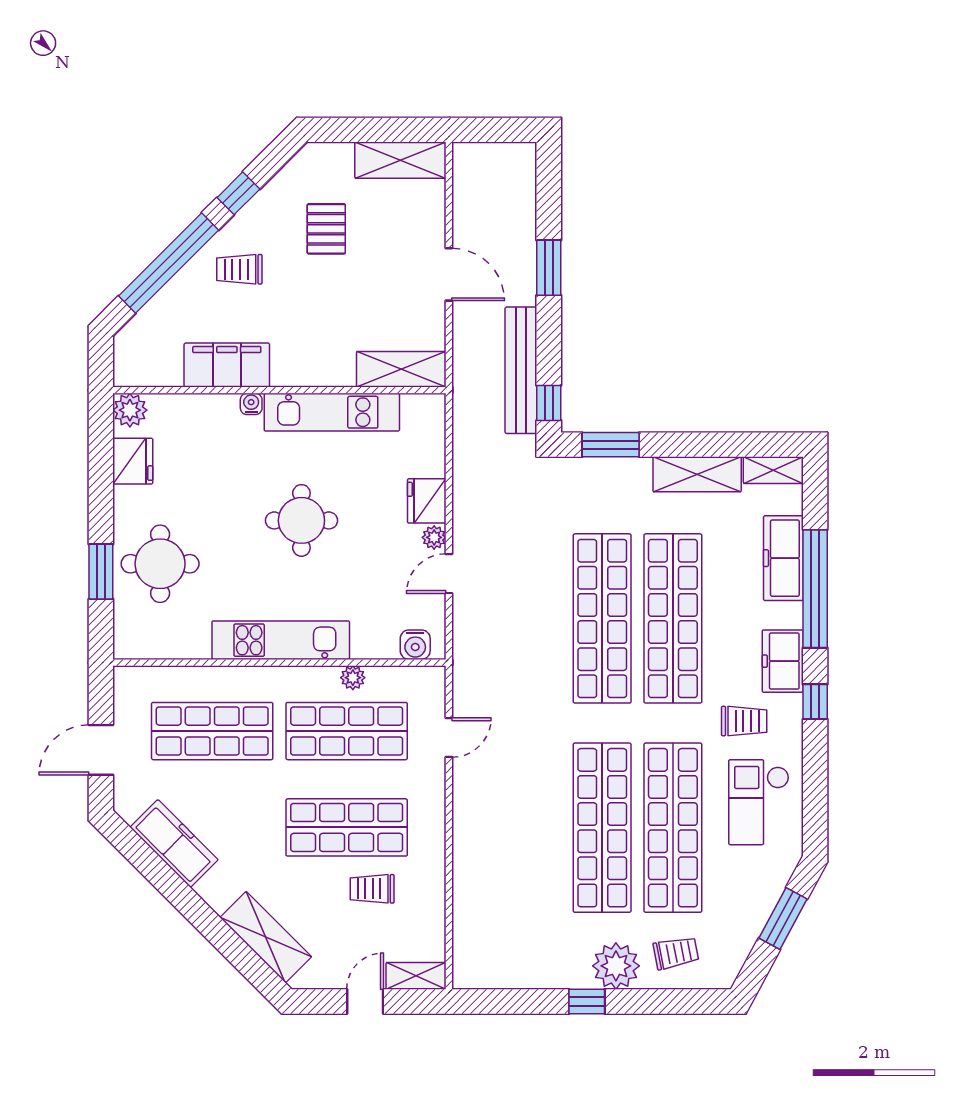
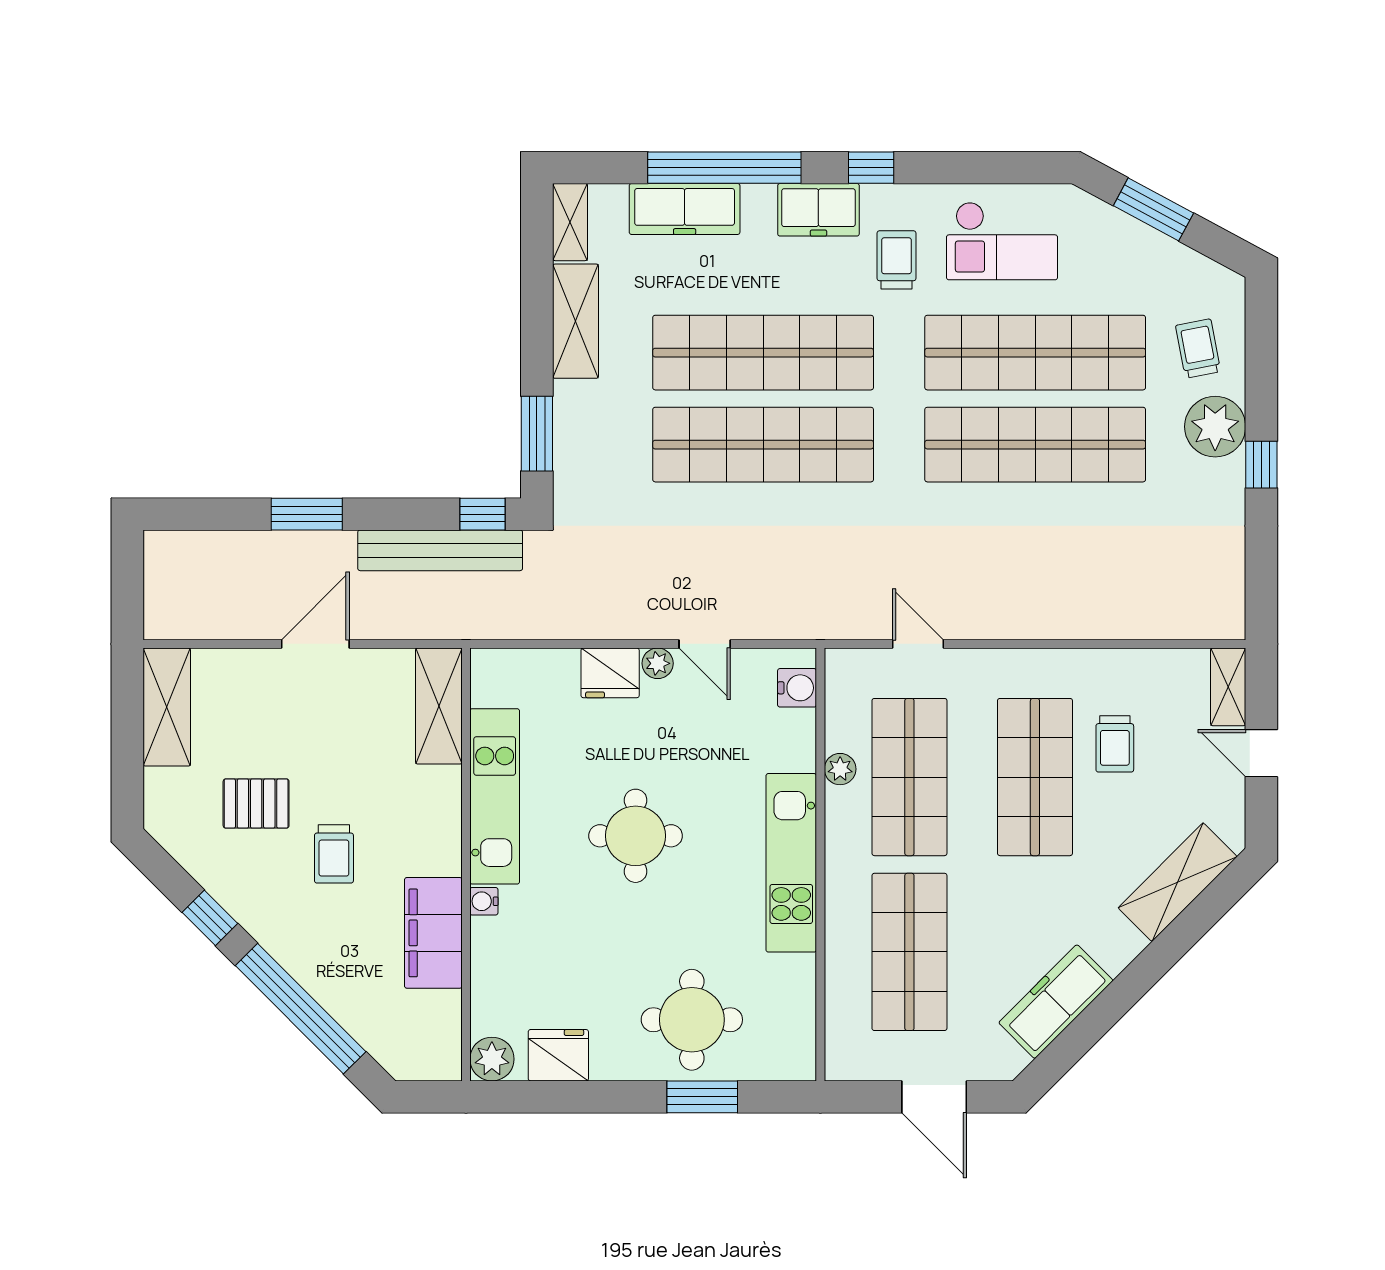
trolley: (239, 269) -> (334, 854), moved

